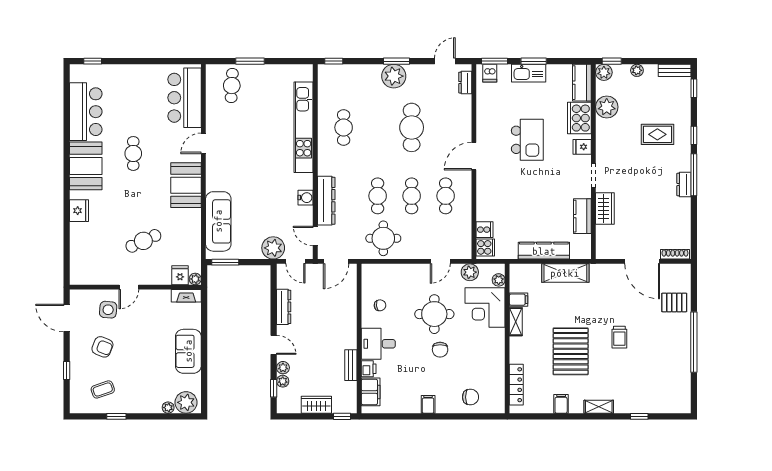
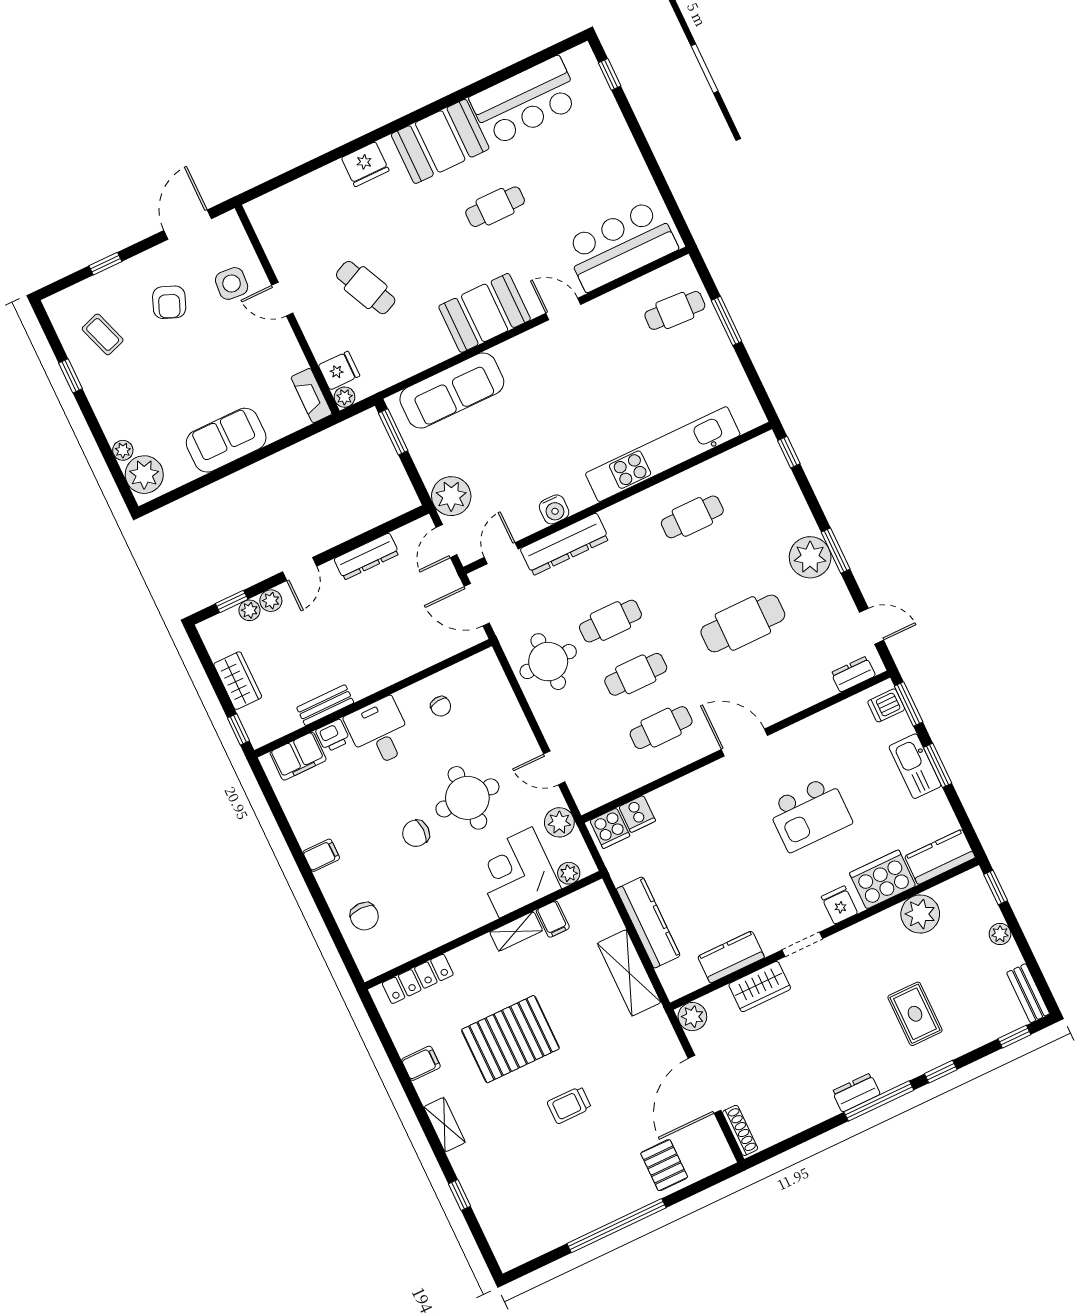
plant: (604, 72) -> (692, 1017), moved

